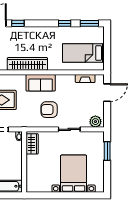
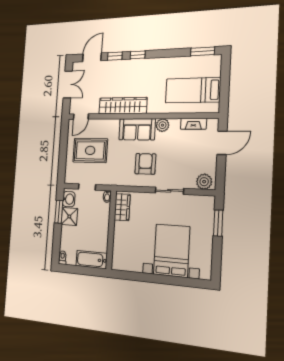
window: (65, 23) -> (138, 55), moved
plant: (61, 80) -> (163, 125), added
armchair: (49, 110) -> (145, 164), turned 90

